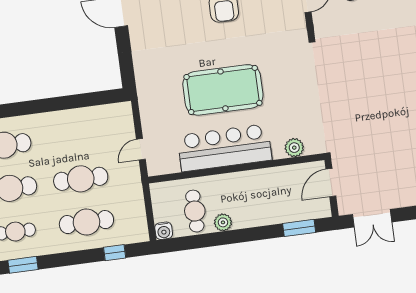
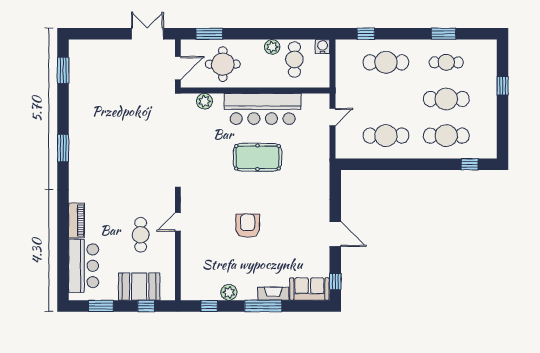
pool table: (223, 90) -> (257, 157), width x0.73, depth x0.76
cafe table: (81, 179) -> (386, 136), moved
round table: (279, 194) -> (223, 64), added

